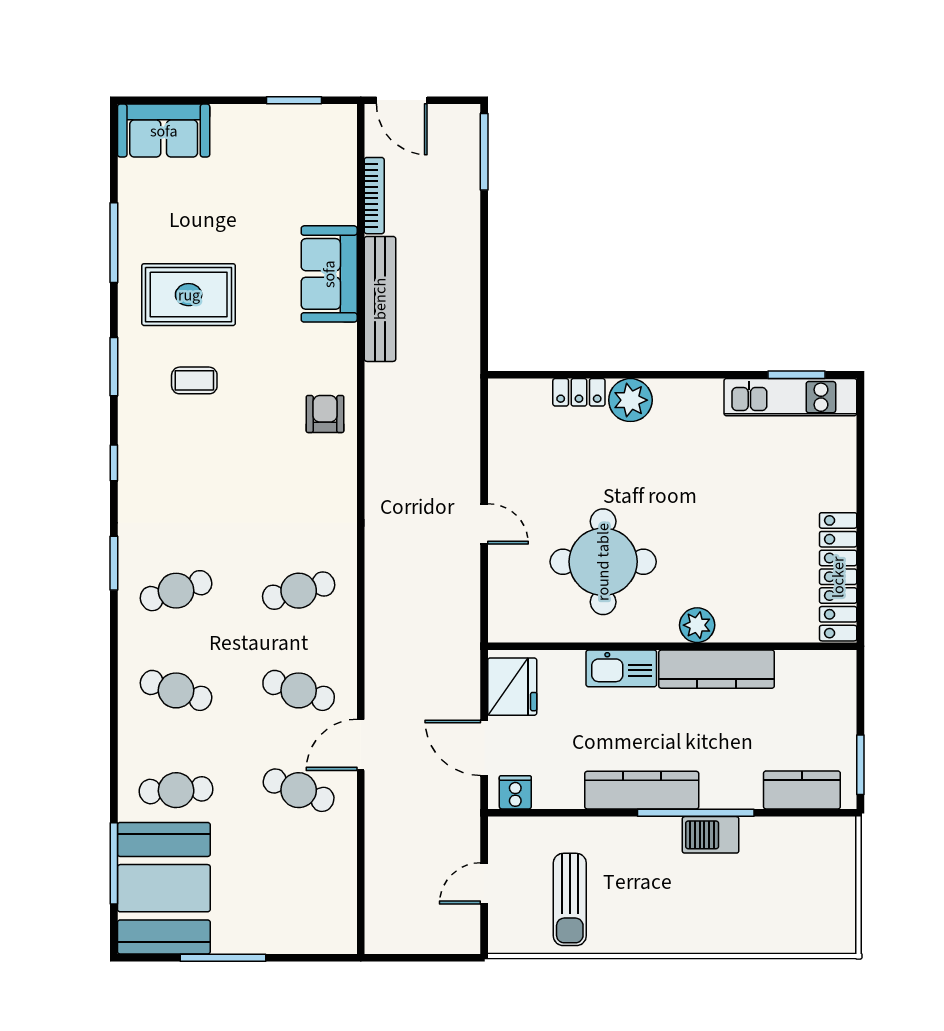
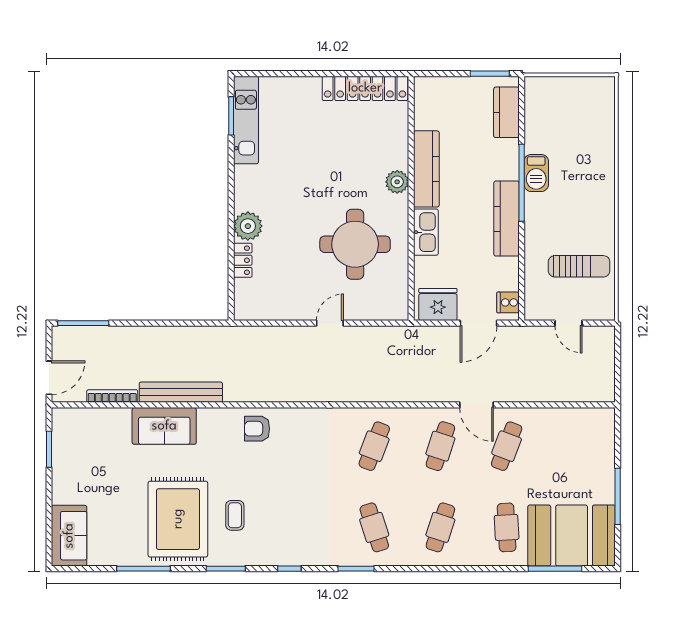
rug: (189, 295) -> (178, 519), width x1.37, depth x1.44
cafe table: (299, 591) -> (374, 446), turned 36

